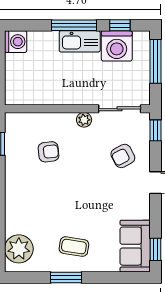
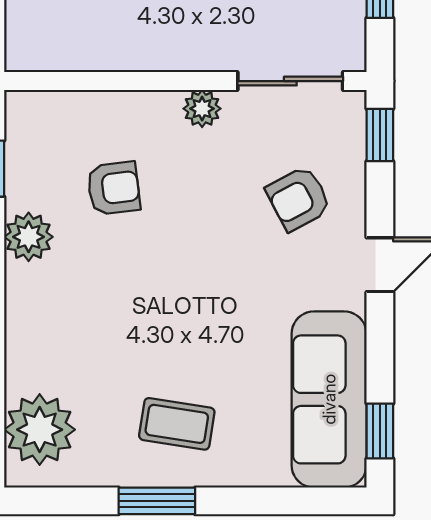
plant: (14, 171) -> (29, 237), added
sofa: (135, 246) -> (329, 399), width x1.36

